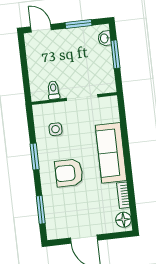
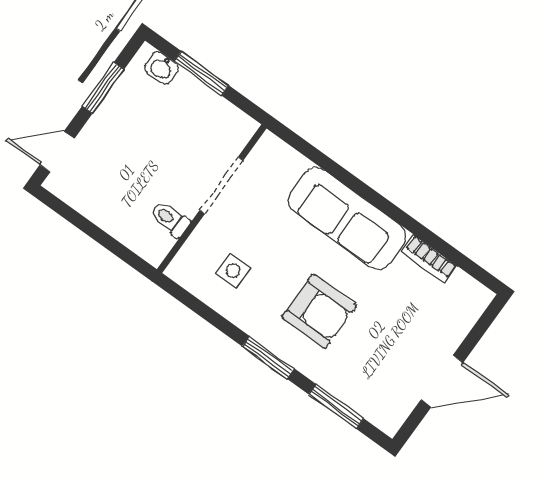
window: (35, 157) -> (268, 358), moved
armchair: (69, 173) -> (319, 311), turned -90
floor lamp: (123, 220) -> (468, 293), removed

